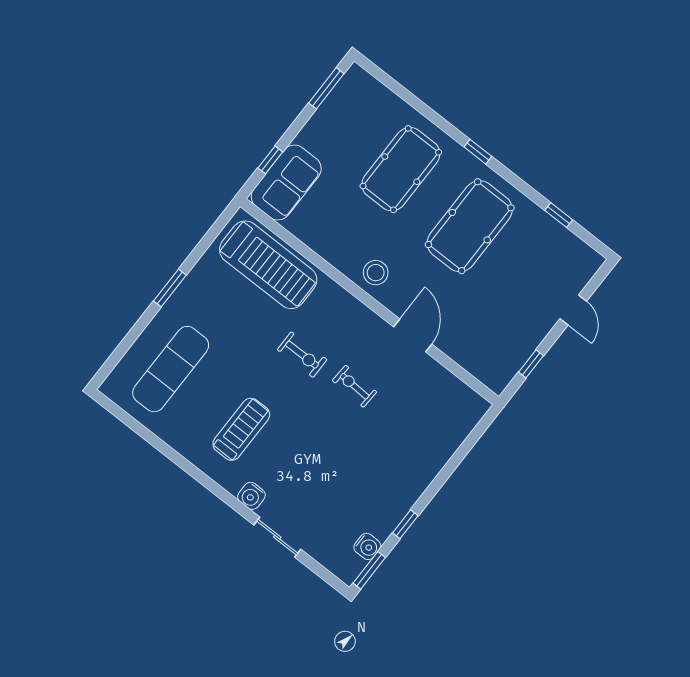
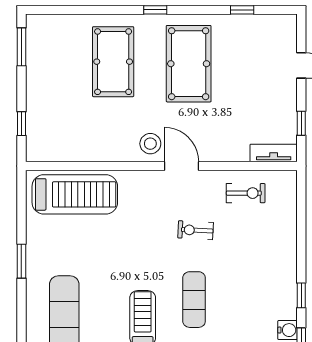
sofa: (286, 182) -> (44, 130), removed
door: (413, 335) -> (182, 166), moved
exercise bike: (302, 355) -> (246, 193), moved
tv unit: (484, 371) -> (274, 153), added
exercise mat: (303, 450) -> (194, 300), added

